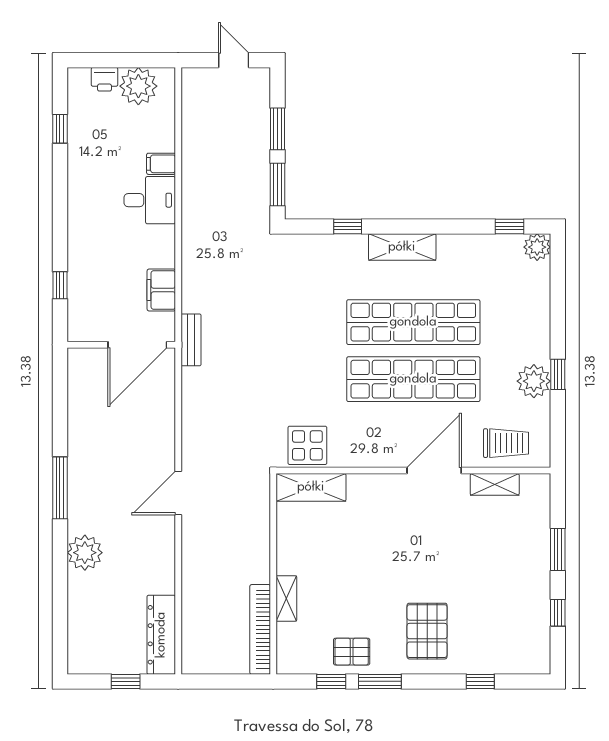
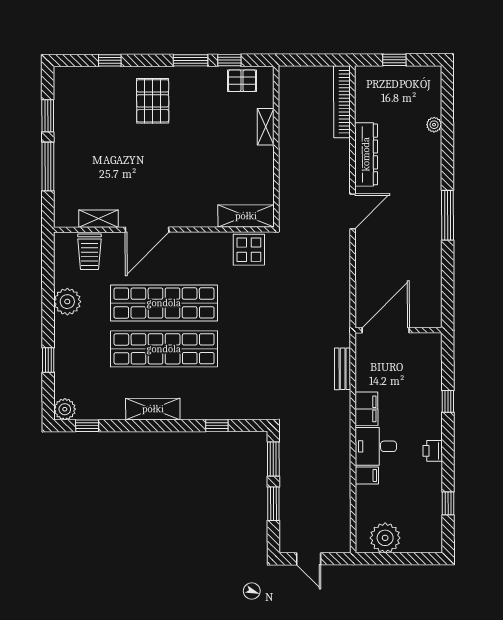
printer: (105, 79) -> (433, 451), moved, turned -90
shelving: (402, 247) -> (153, 409), moved
window: (60, 285) -> (448, 401), moved
filing cabinet: (161, 290) -> (366, 409), moved
bench: (191, 340) -> (343, 369), moved
window: (558, 374) -> (48, 360), moved
trolley: (506, 443) -> (89, 252), turned -90
window: (558, 550) -> (48, 166), width x1.44
plant: (85, 553) -> (434, 125), moved, width x0.53, depth x0.53
window: (558, 613) -> (48, 116), width x1.50
bookcase: (260, 629) -> (342, 102), moved, turned 180
dresser: (161, 635) -> (366, 154), moved
pallet: (352, 652) -> (242, 81), moved

